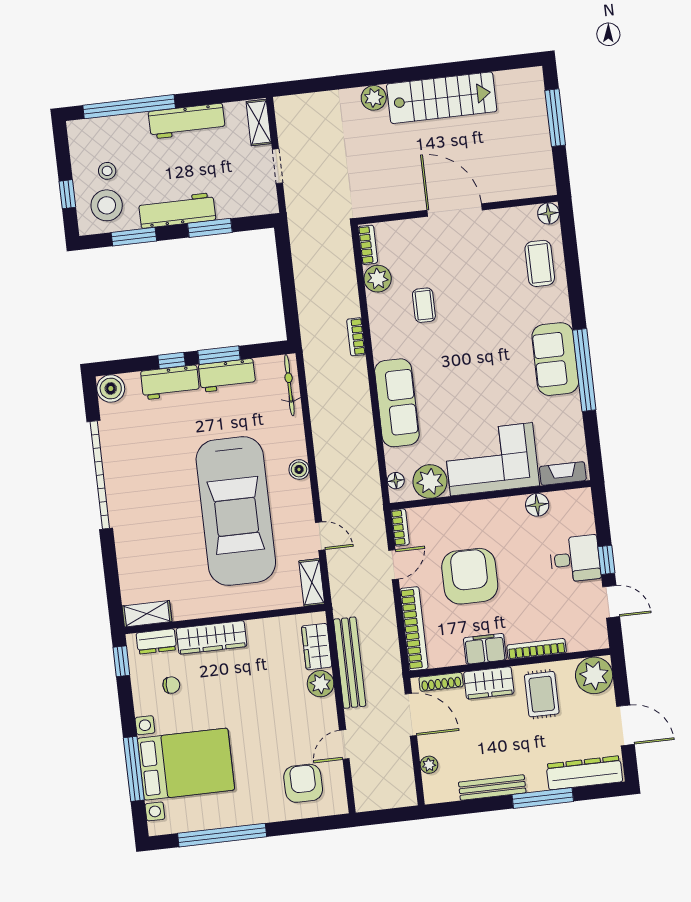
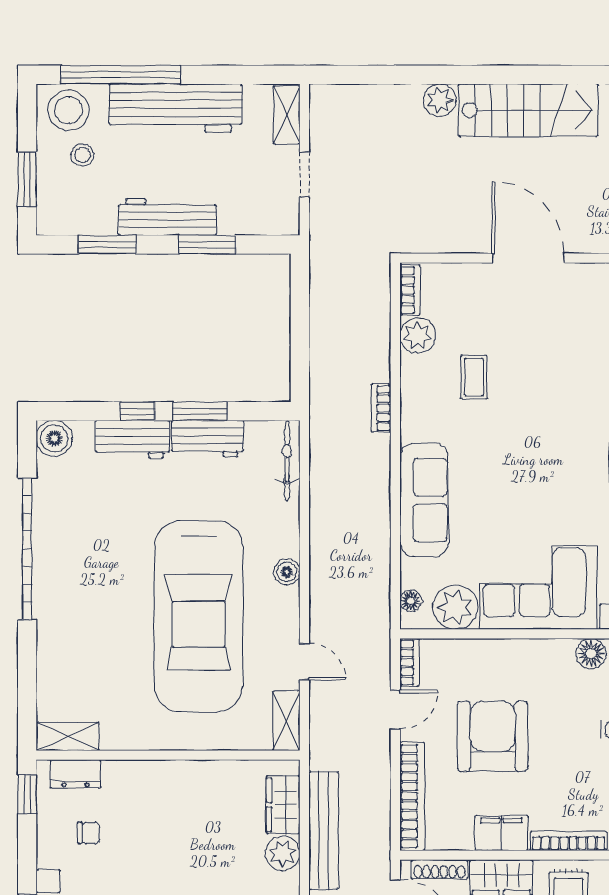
workbench: (187, 121) -> (176, 108), width x1.36, depth x1.32
window: (67, 194) -> (27, 179), width x1.50
stool: (107, 205) -> (69, 110), moved
wardrobe: (211, 637) -> (148, 777), removed

